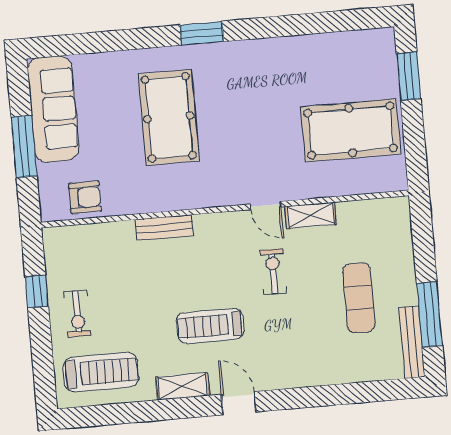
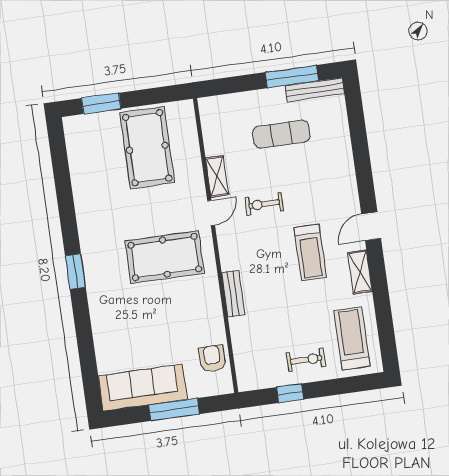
pool table: (169, 117) -> (165, 257), moved

